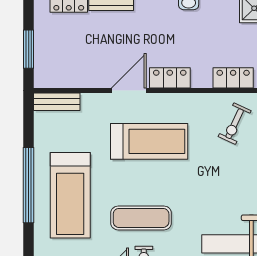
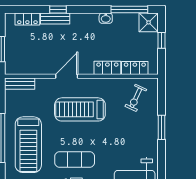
locker: (170, 78) -> (107, 68), moved
treadmill: (149, 141) -> (80, 109), turned 180

